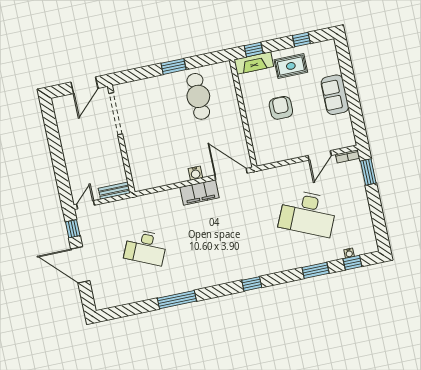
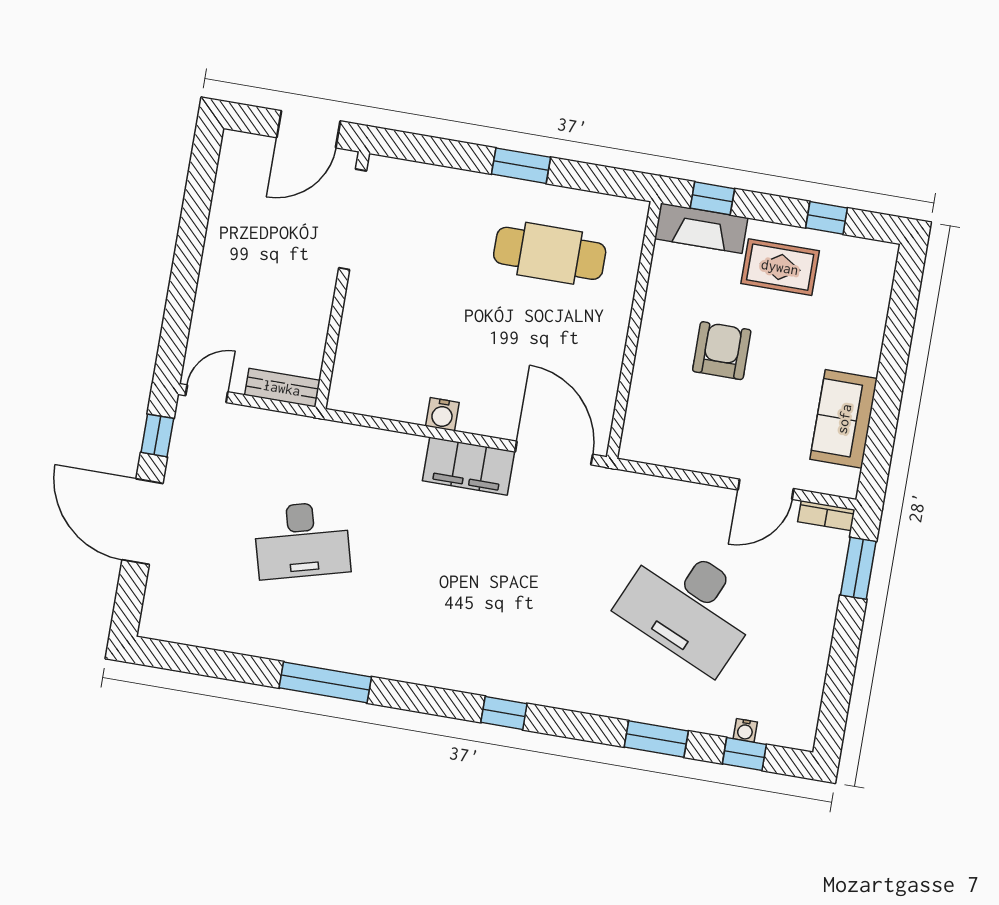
sofa: (335, 95) -> (844, 419), moved
cafe table: (198, 96) -> (550, 253), turned 90
water cooler: (195, 173) -> (442, 414), moved
desk: (146, 247) -> (302, 540), turned -39

